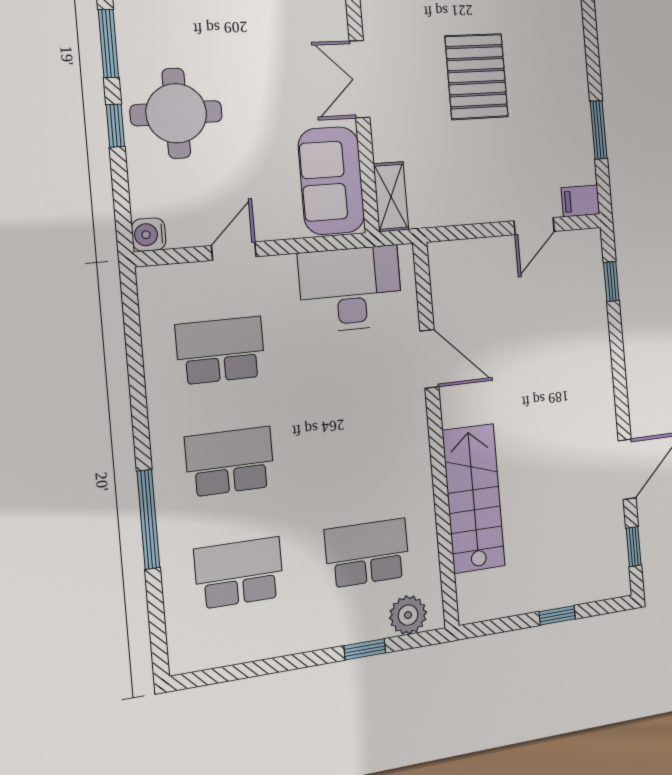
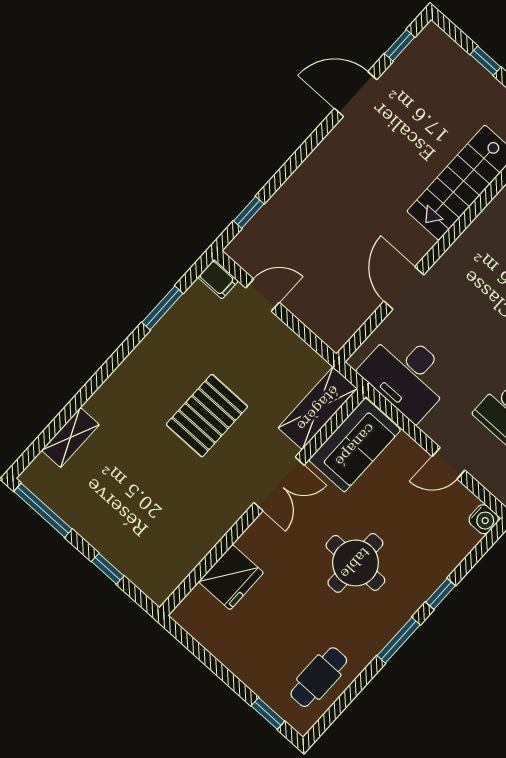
round table: (176, 113) -> (355, 563), moved
shelving: (391, 197) -> (318, 408), width x1.50, depth x1.33

